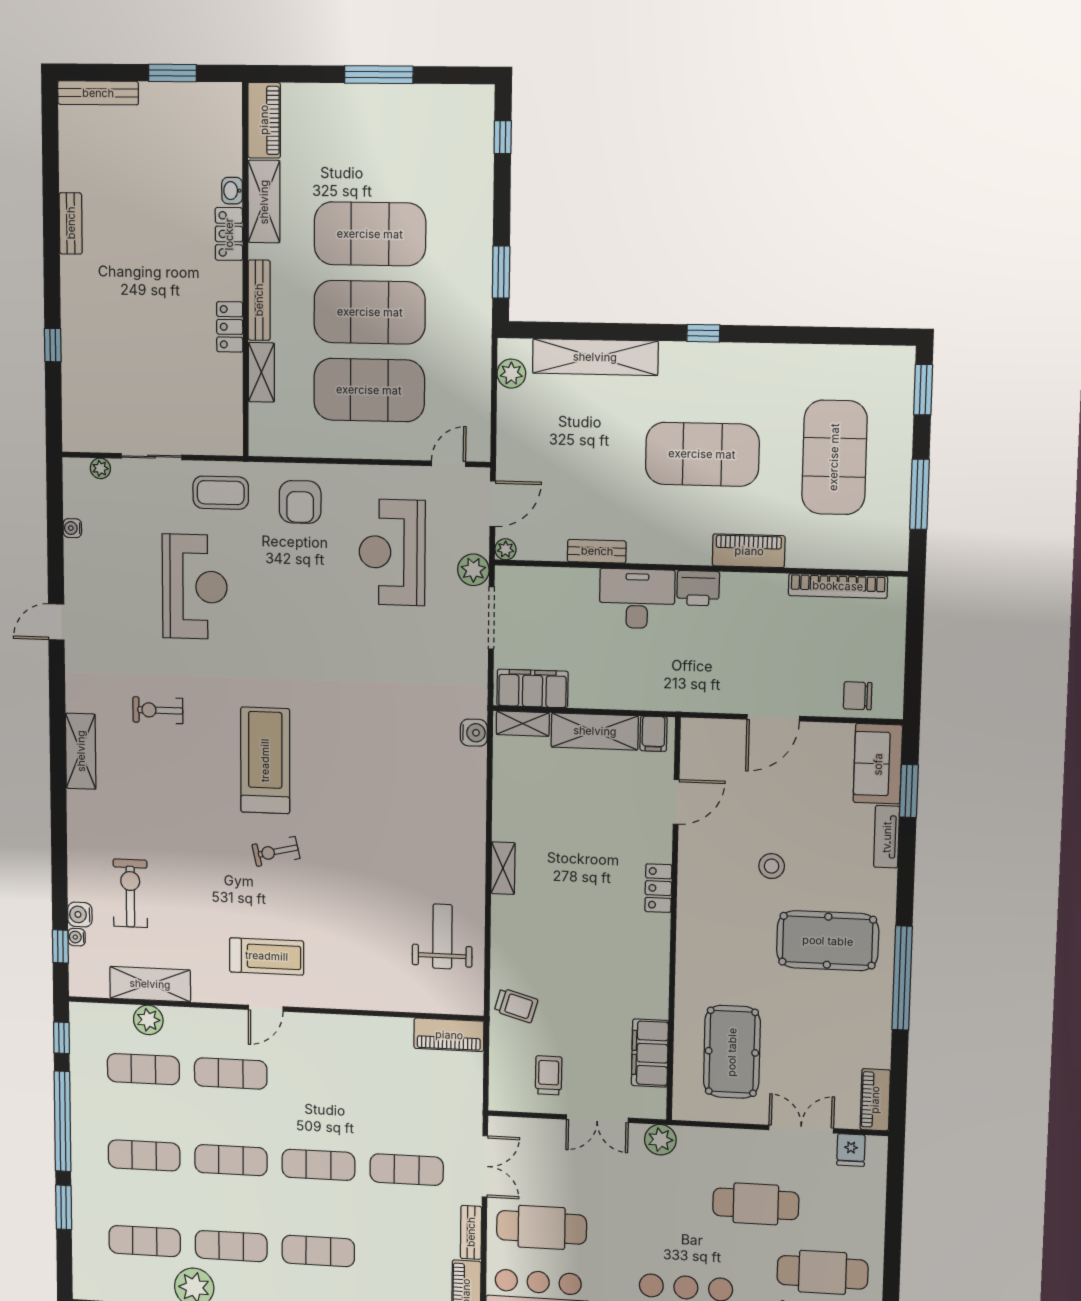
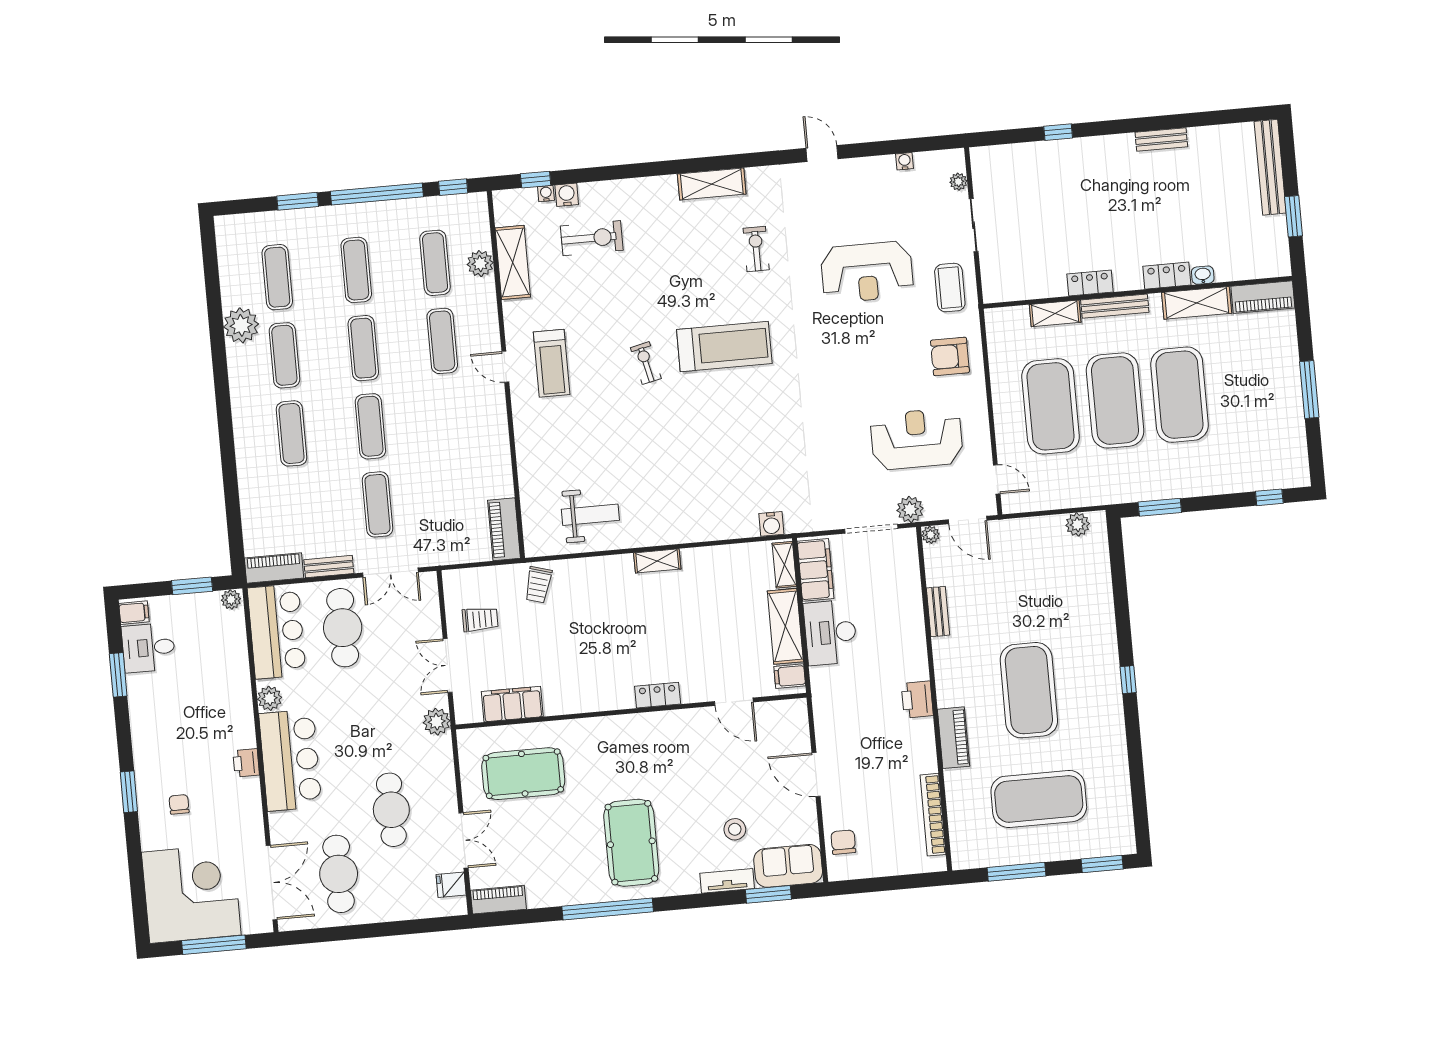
bench: (98, 93) -> (1270, 167), width x1.37, depth x1.21
shelving: (595, 357) -> (1099, 593), removed
desk: (637, 599) -> (830, 632), moved, turned 180
stool: (772, 866) -> (735, 829), moved

